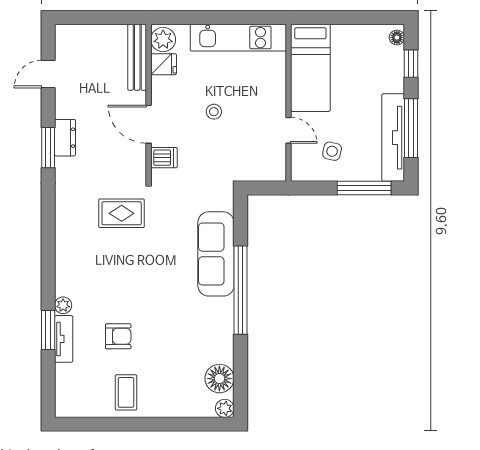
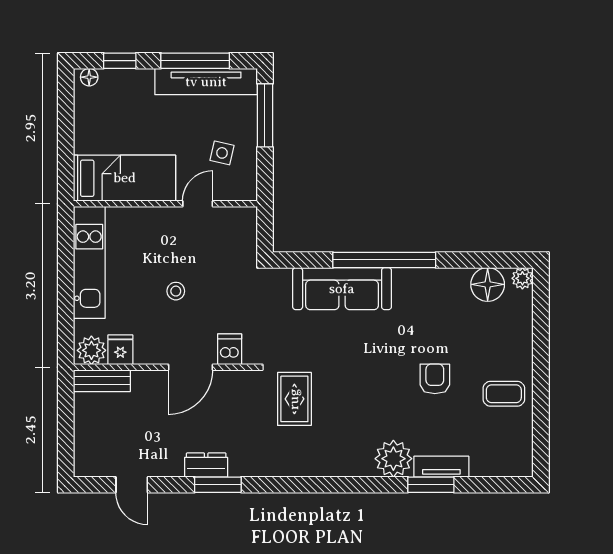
bench: (137, 57) -> (102, 381), width x0.73
plant: (63, 305) -> (393, 459), width x1.87, depth x1.87
armchair: (118, 336) -> (435, 379), moved

